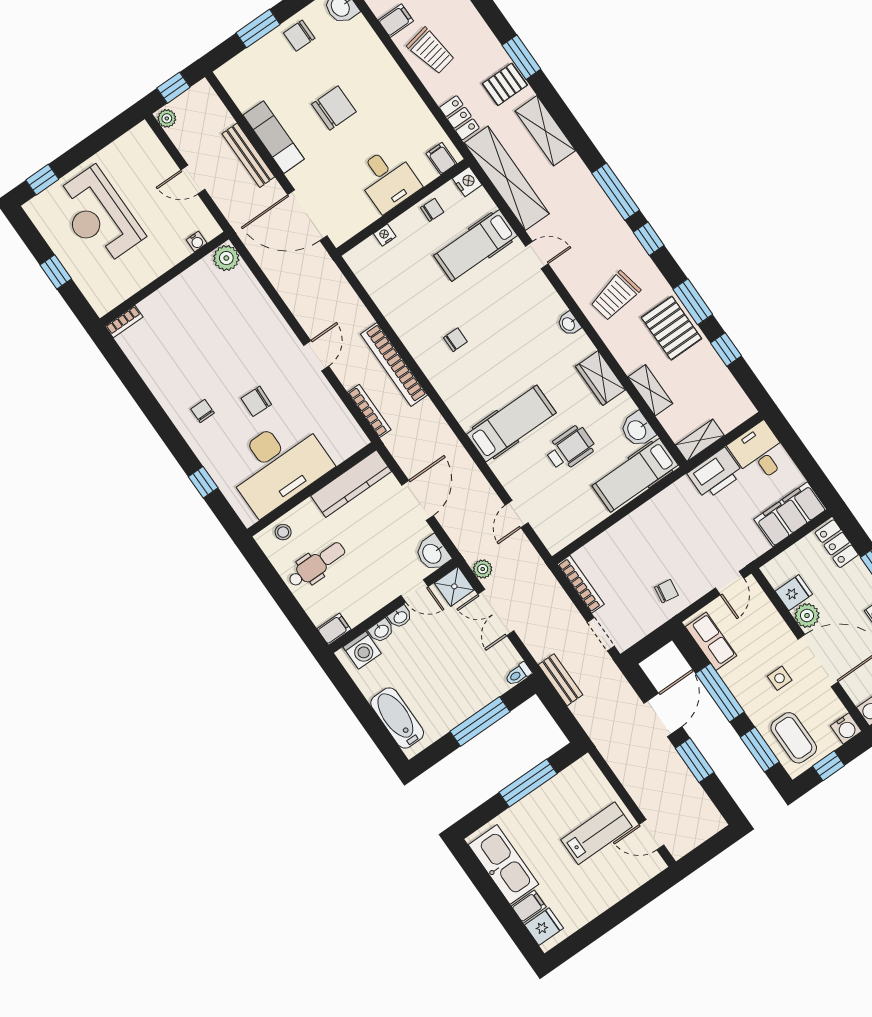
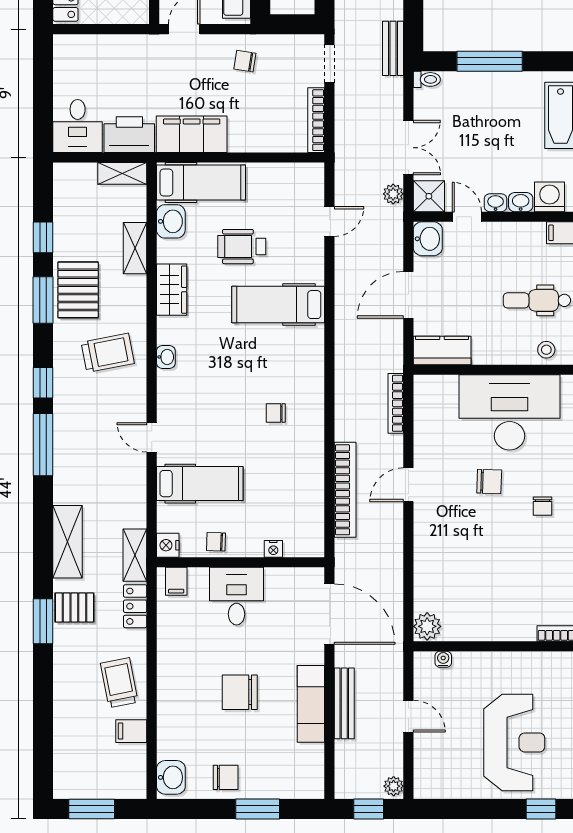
shelving: (507, 178) -> (135, 555), width x0.45, depth x0.75
bookcase: (394, 365) -> (345, 490), moved
kitchen counter: (351, 484) -> (442, 350), width x0.67
filing cabinet: (790, 514) -> (192, 134), moved, turned 180

